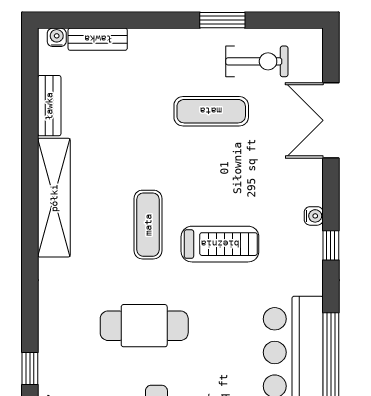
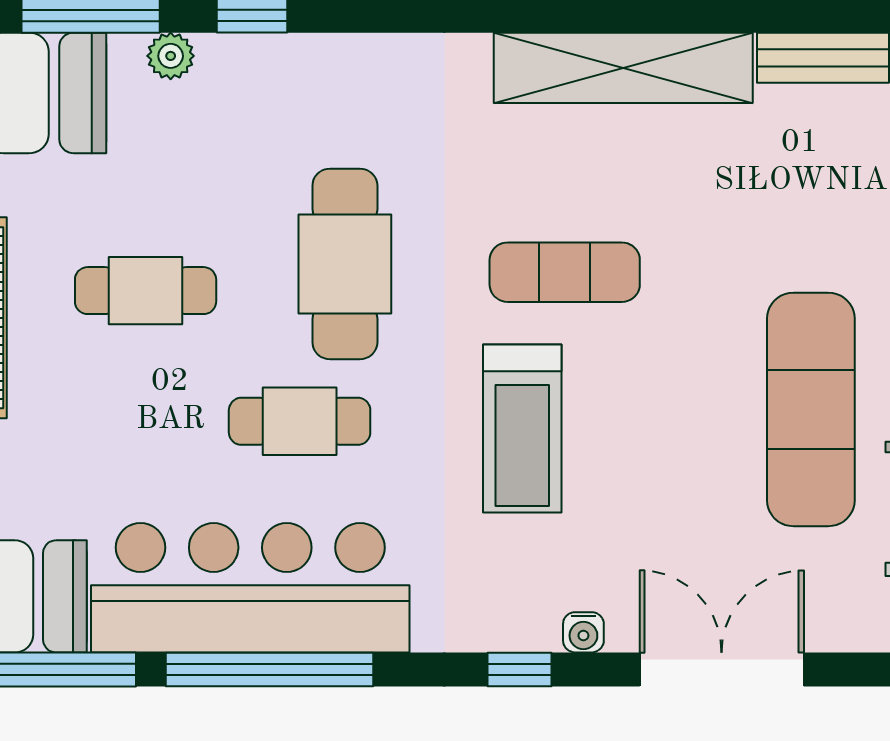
exercise mat: (211, 111) -> (811, 409), width x1.36, depth x1.45
double door: (331, 120) -> (722, 669), moved
cafe table: (217, 347) -> (300, 421), added

